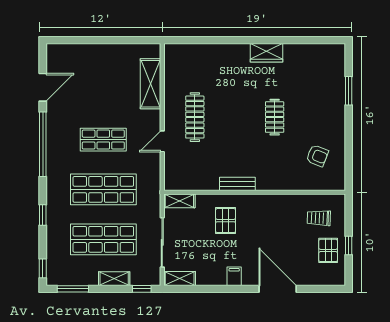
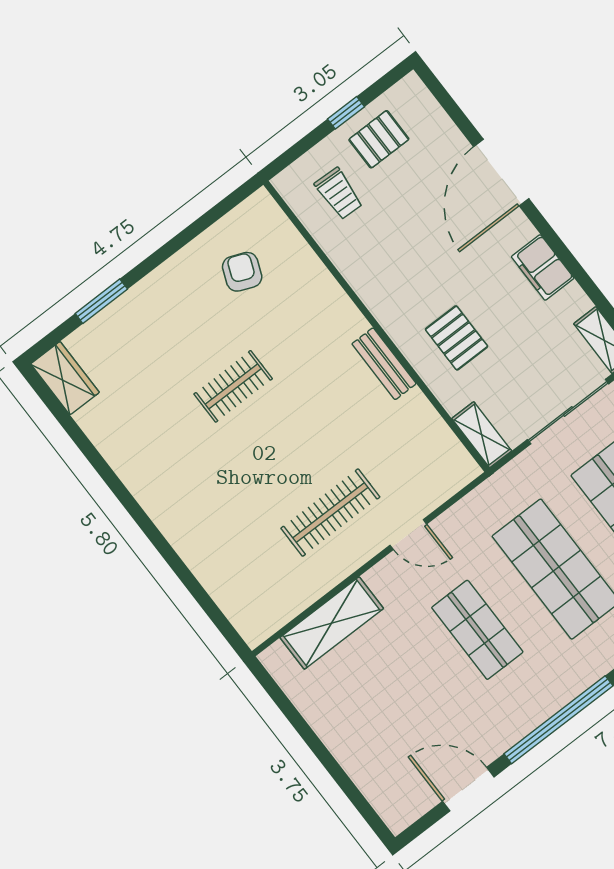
wardrobe: (266, 53) -> (65, 378), moved
pallet: (226, 221) -> (457, 338), turned 90
filing cabinet: (234, 276) -> (543, 267), width x2.00

